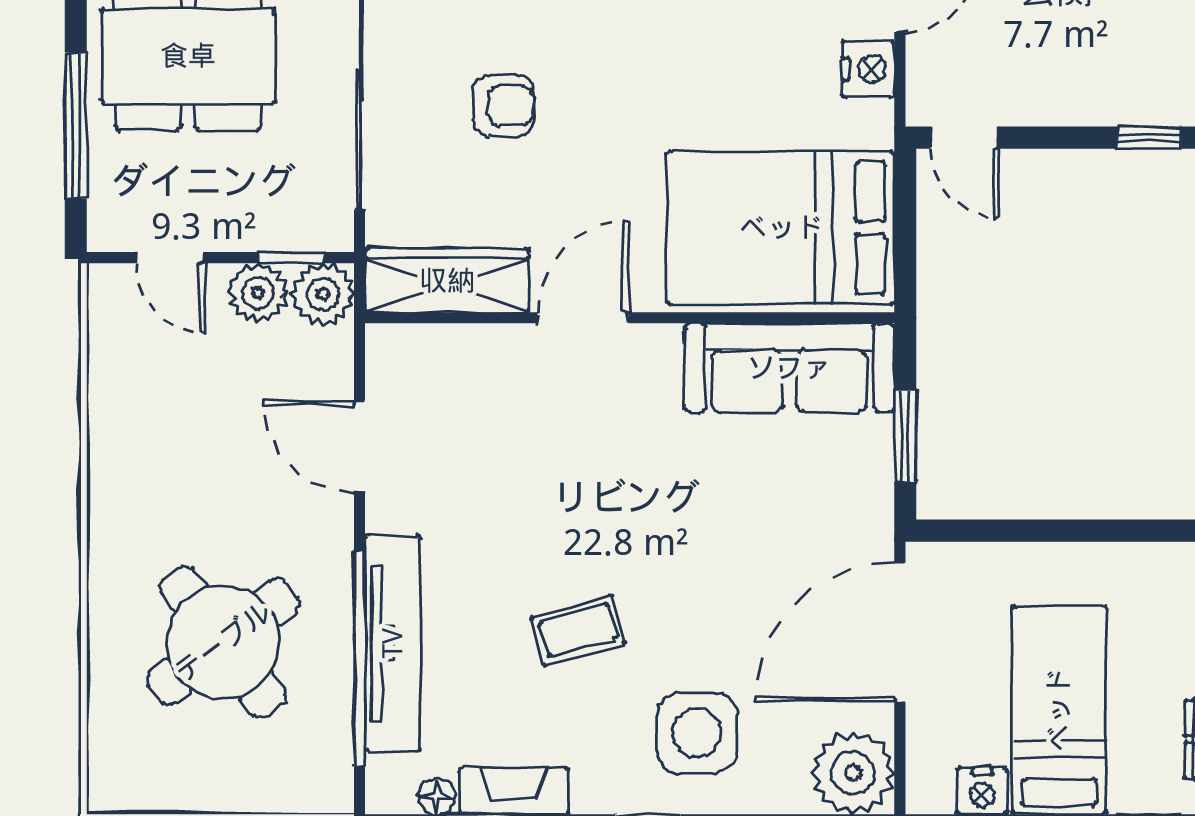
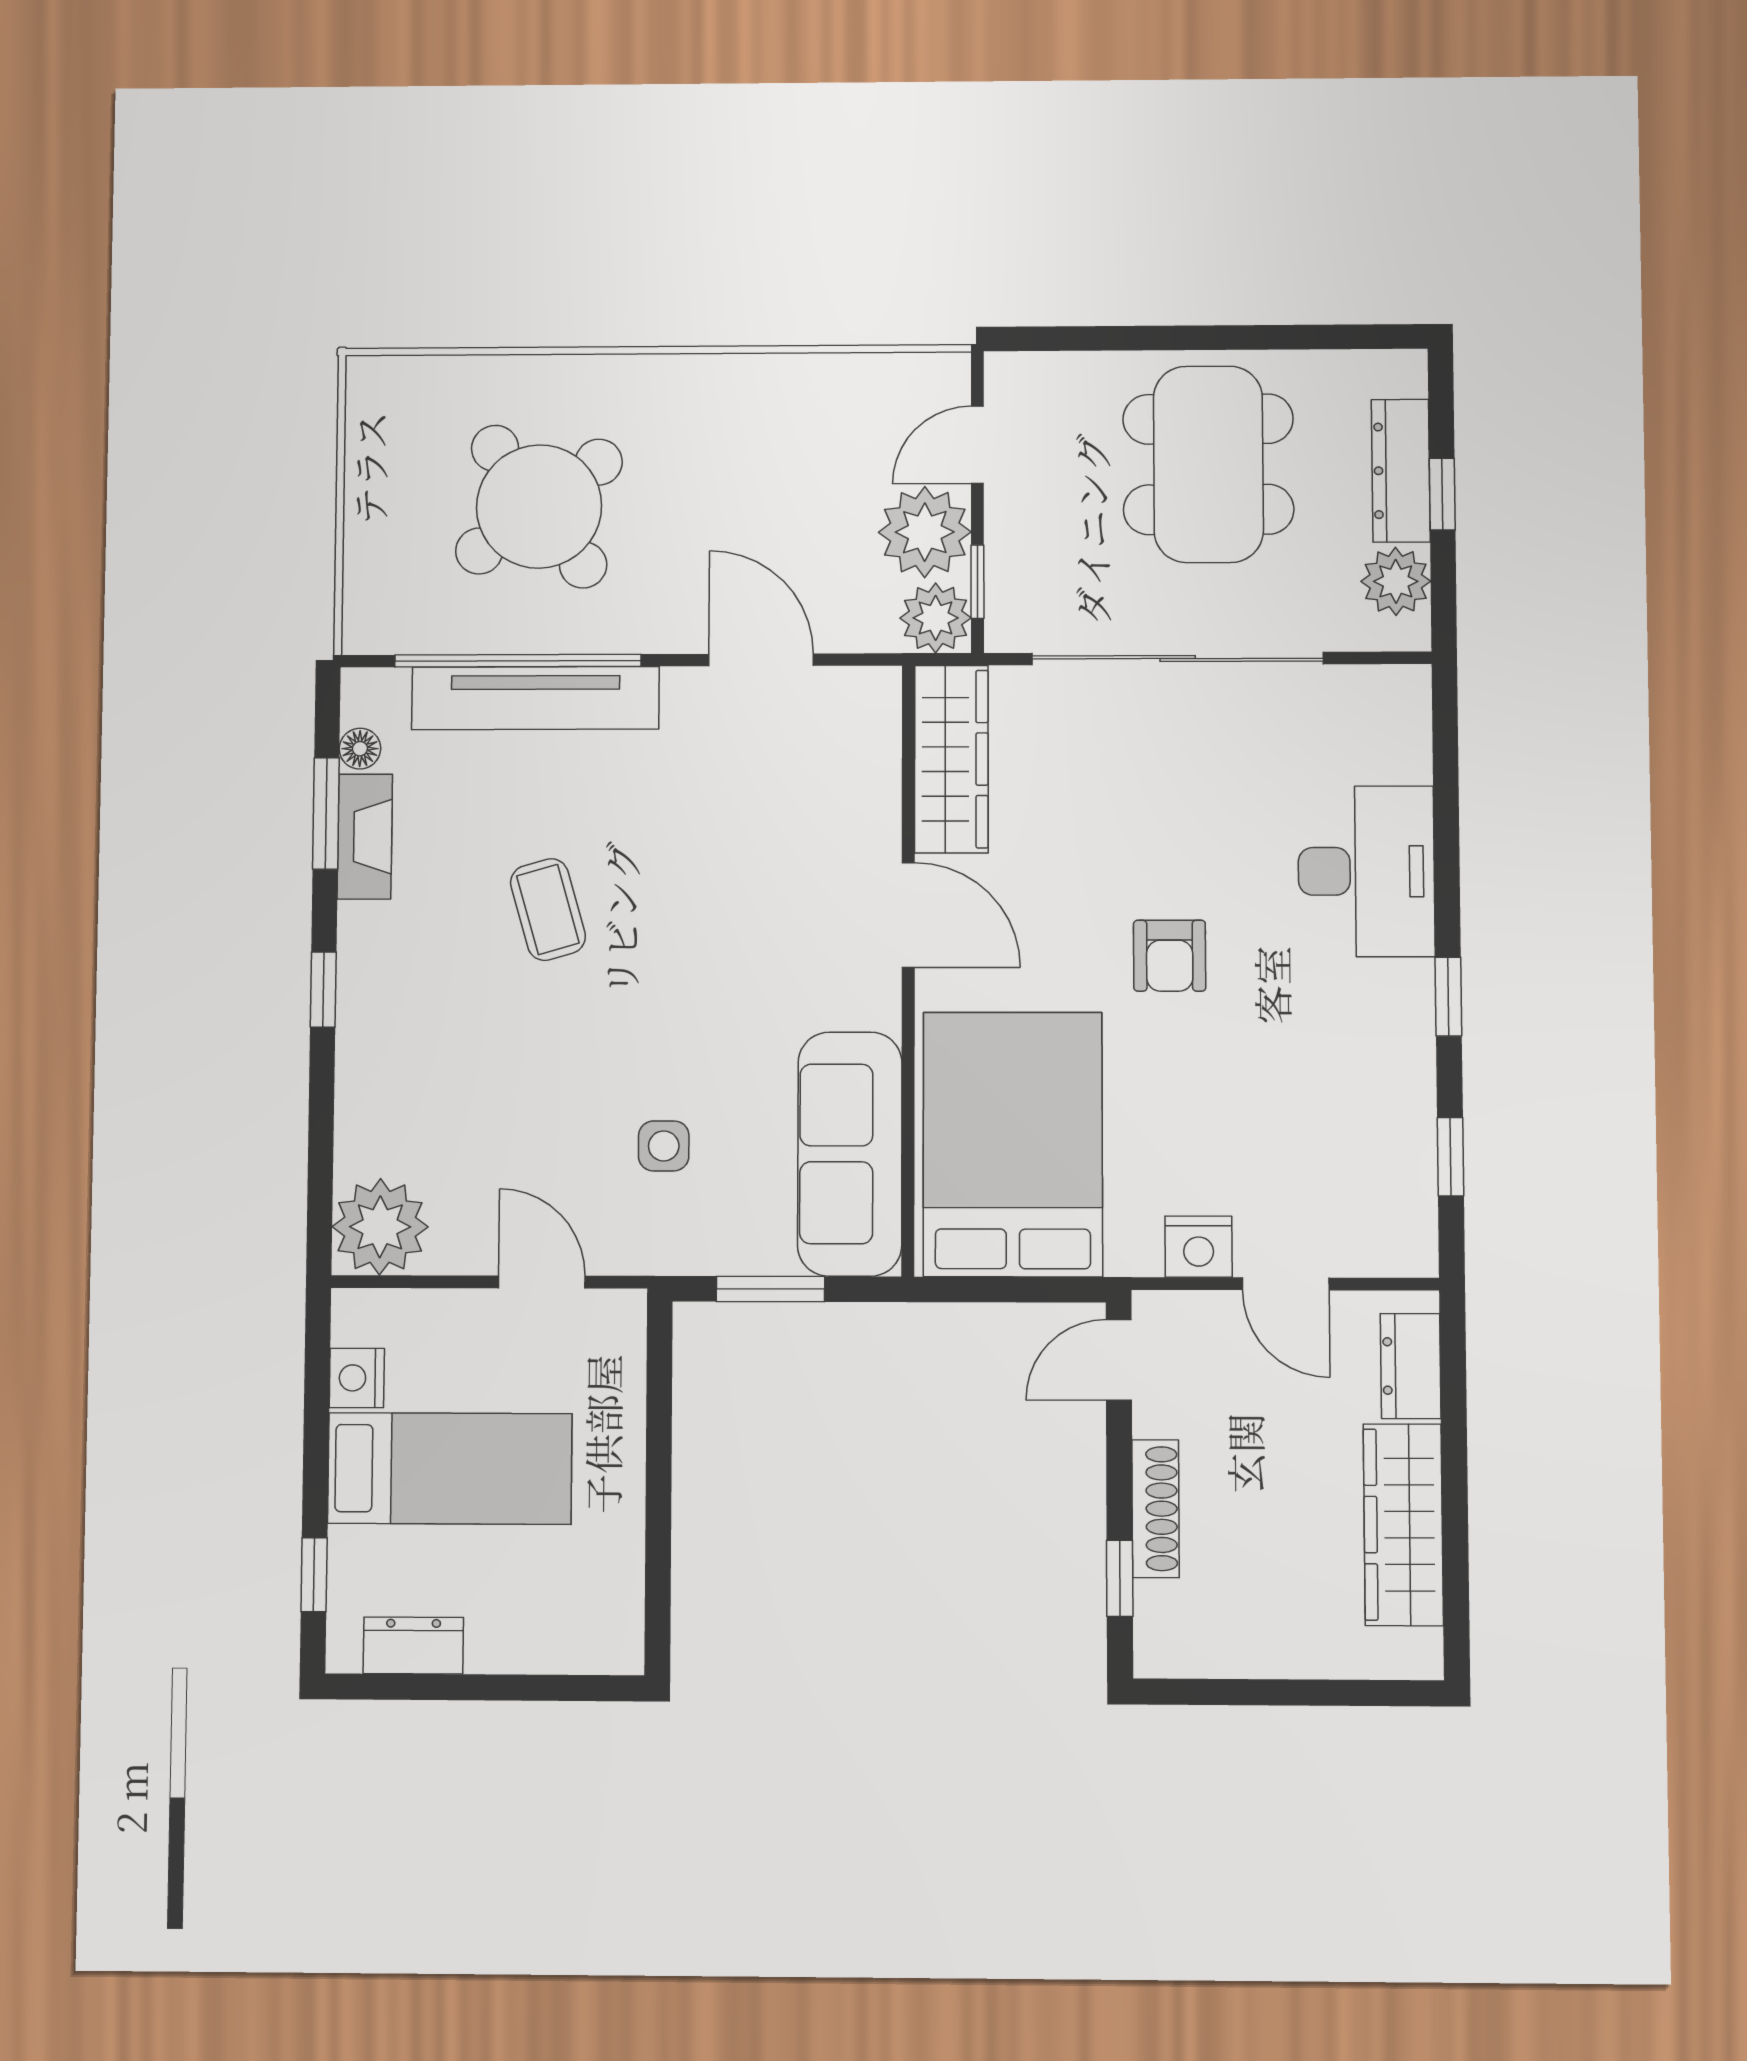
armchair: (503, 106) -> (1170, 956), moved
shoe rack: (1090, 107) -> (1156, 1509), added
window: (76, 125) -> (1128, 338), removed
plant: (258, 293) -> (925, 532), width x1.36, depth x1.36
door: (360, 446) -> (761, 660), hinge flipped
door: (900, 632) -> (542, 1282), width x0.53
side table: (697, 733) -> (664, 1146), moved, width x0.54, depth x0.54

